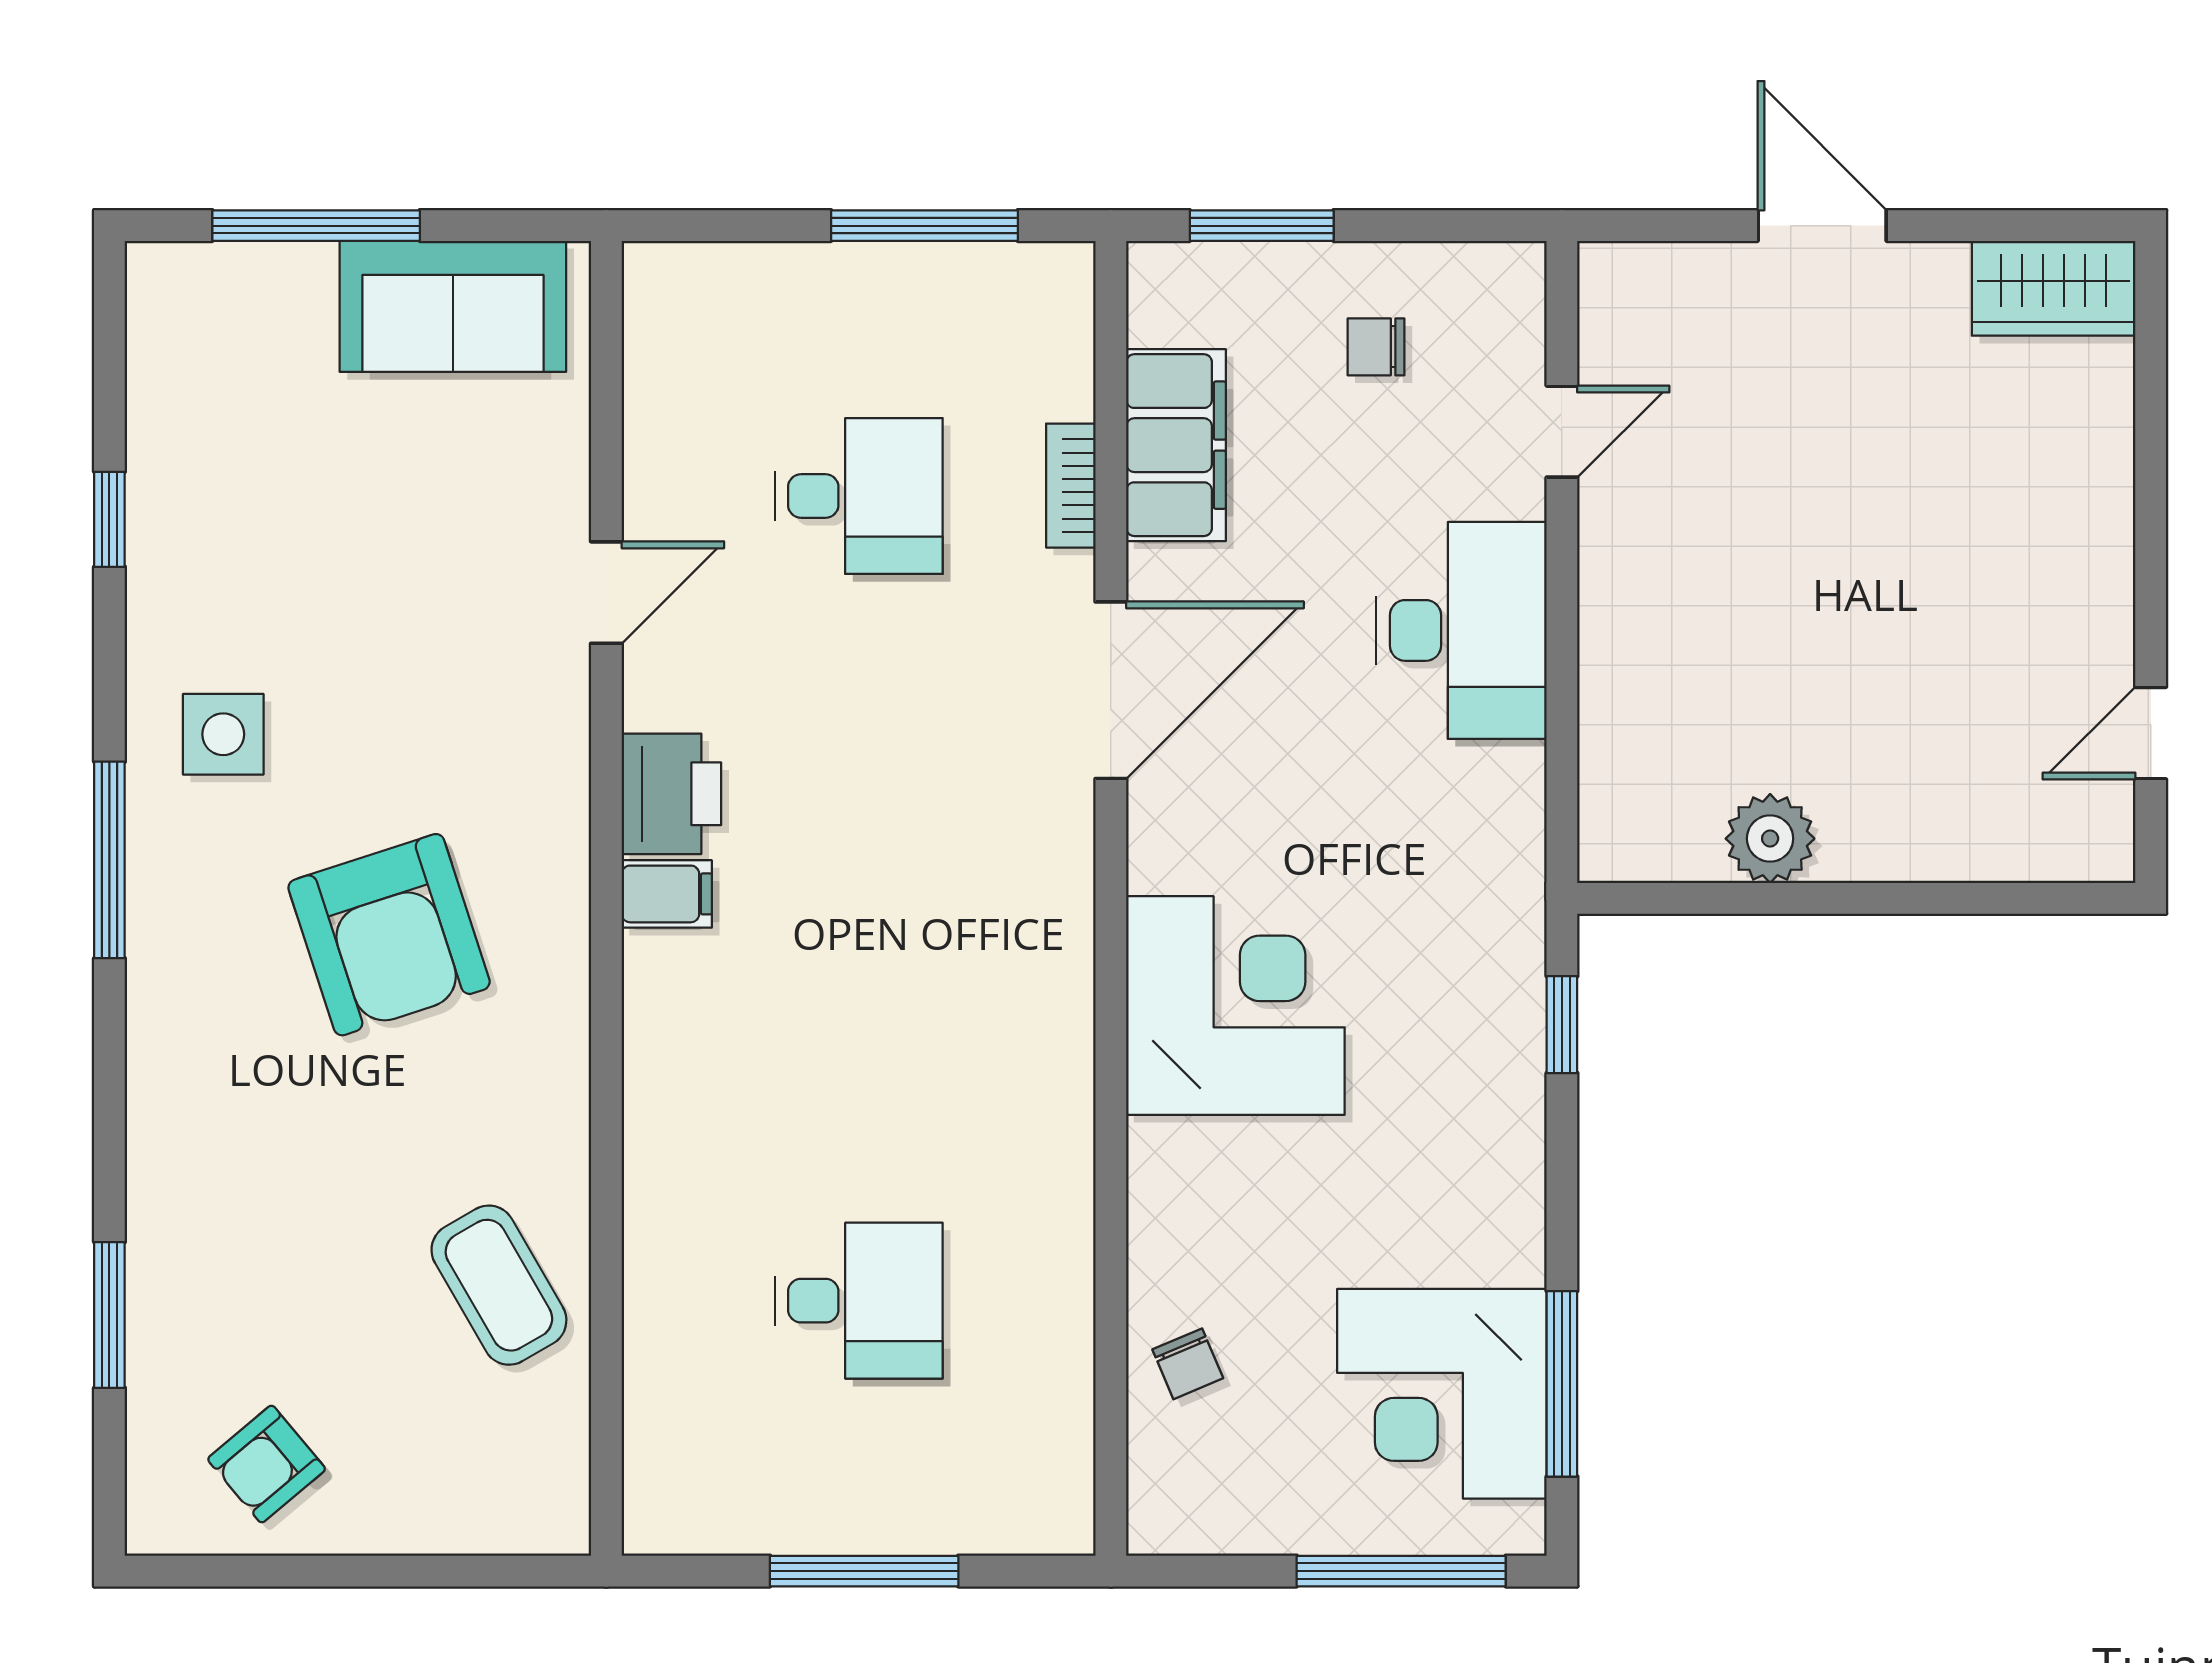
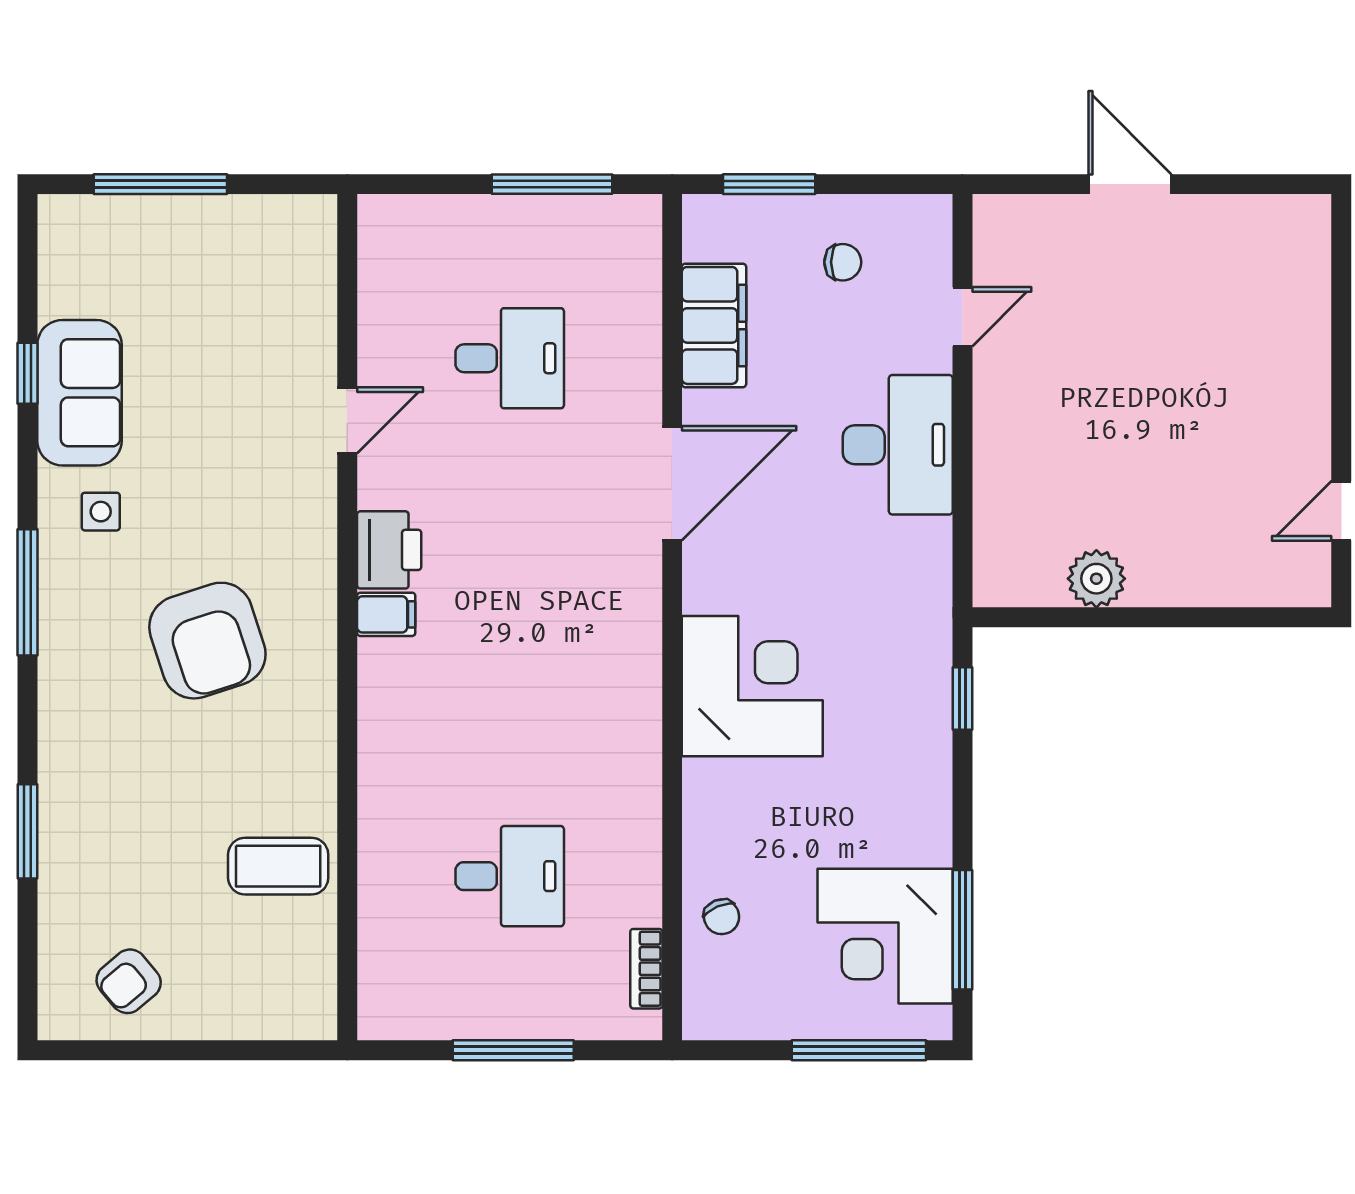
wardrobe: (2054, 288) -> (1279, 224), removed
sofa: (453, 306) -> (79, 393), moved, turned -90
chair: (1376, 347) -> (843, 262), turned 180
bookcase: (1071, 486) -> (646, 969), moved
side table: (223, 734) -> (101, 512), width x0.73, depth x0.73
coffee table: (499, 1285) -> (278, 866), turned -60
window: (109, 1315) -> (27, 831), moved

